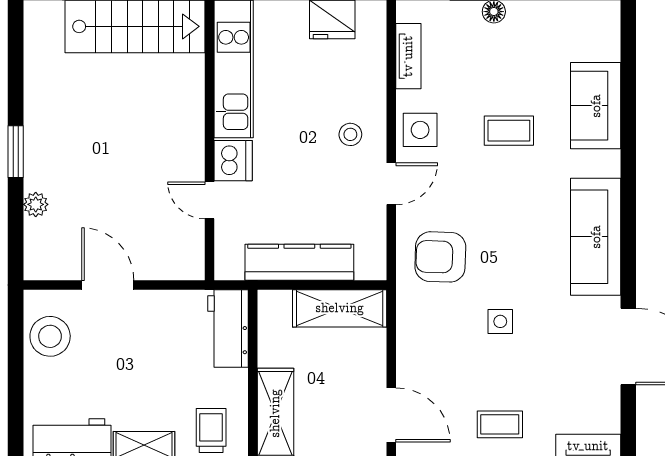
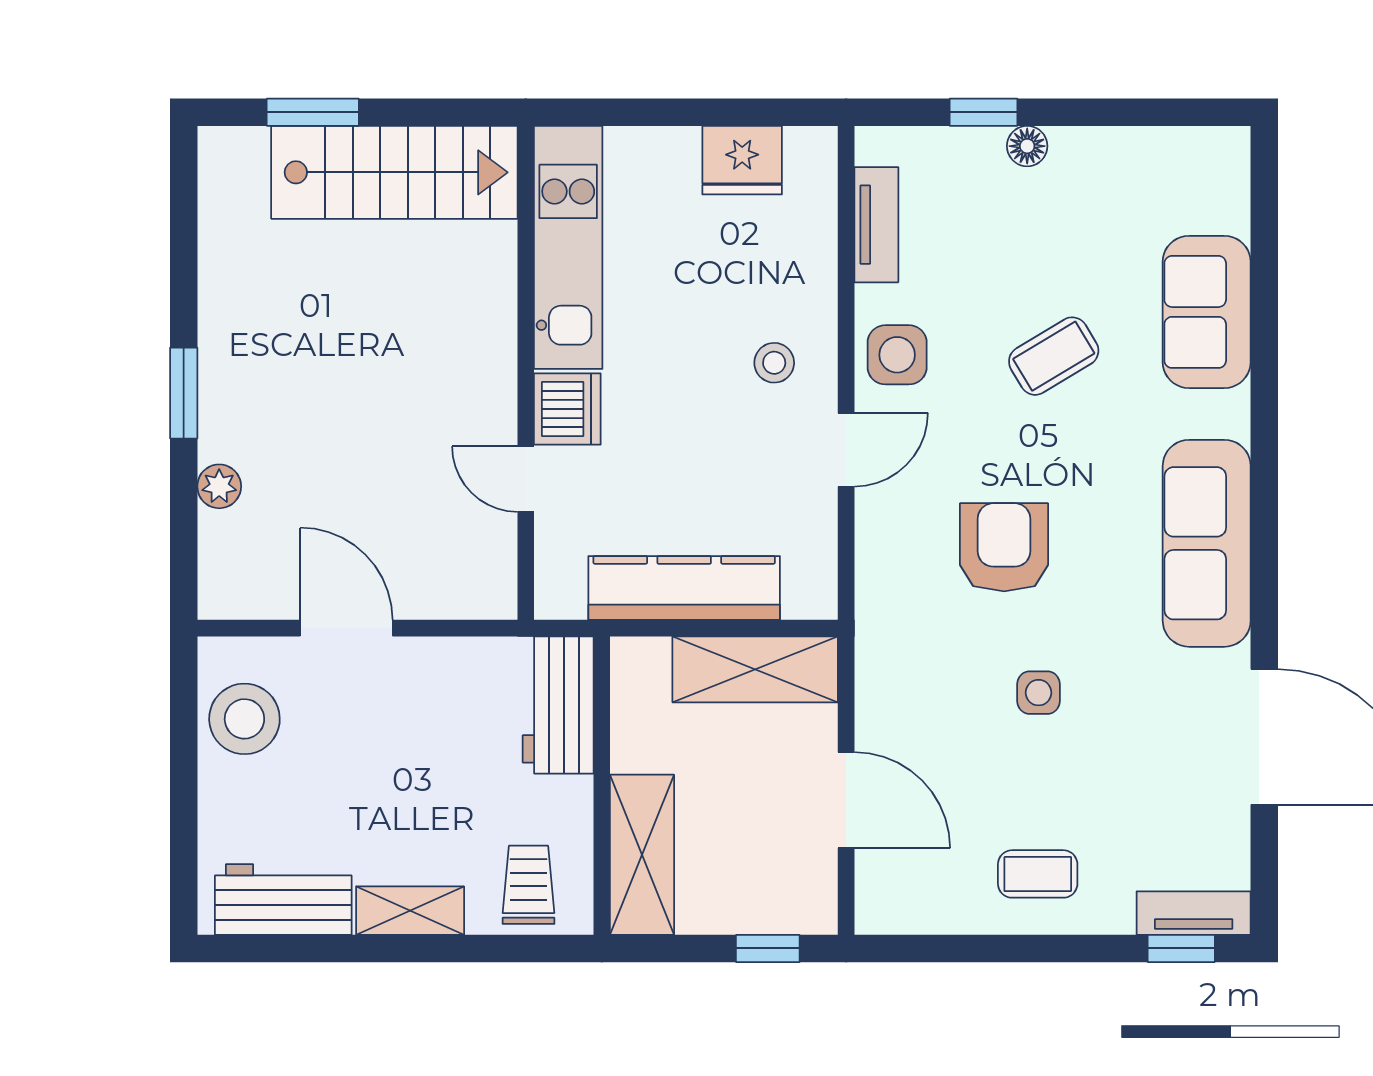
coffee table: (509, 131) -> (1054, 356), turned -31
armchair: (440, 257) -> (1004, 547), moved, turned 88
door: (391, 415) -> (846, 800), moved

